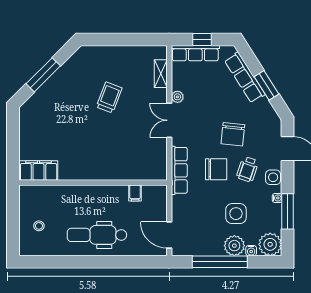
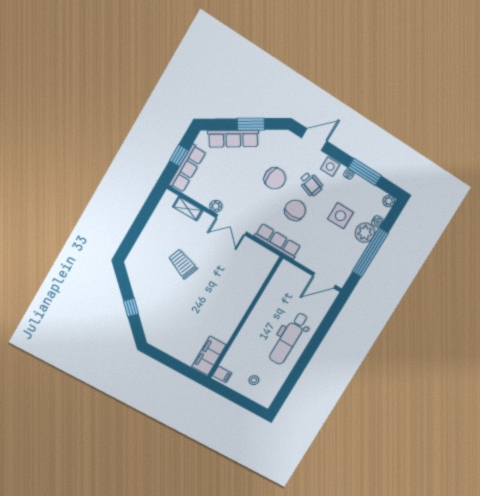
window: (43, 75) -> (131, 307), width x0.46
filing cabinet: (135, 193) -> (222, 374), moved
plant: (270, 244) -> (389, 201), width x0.53, depth x0.53

